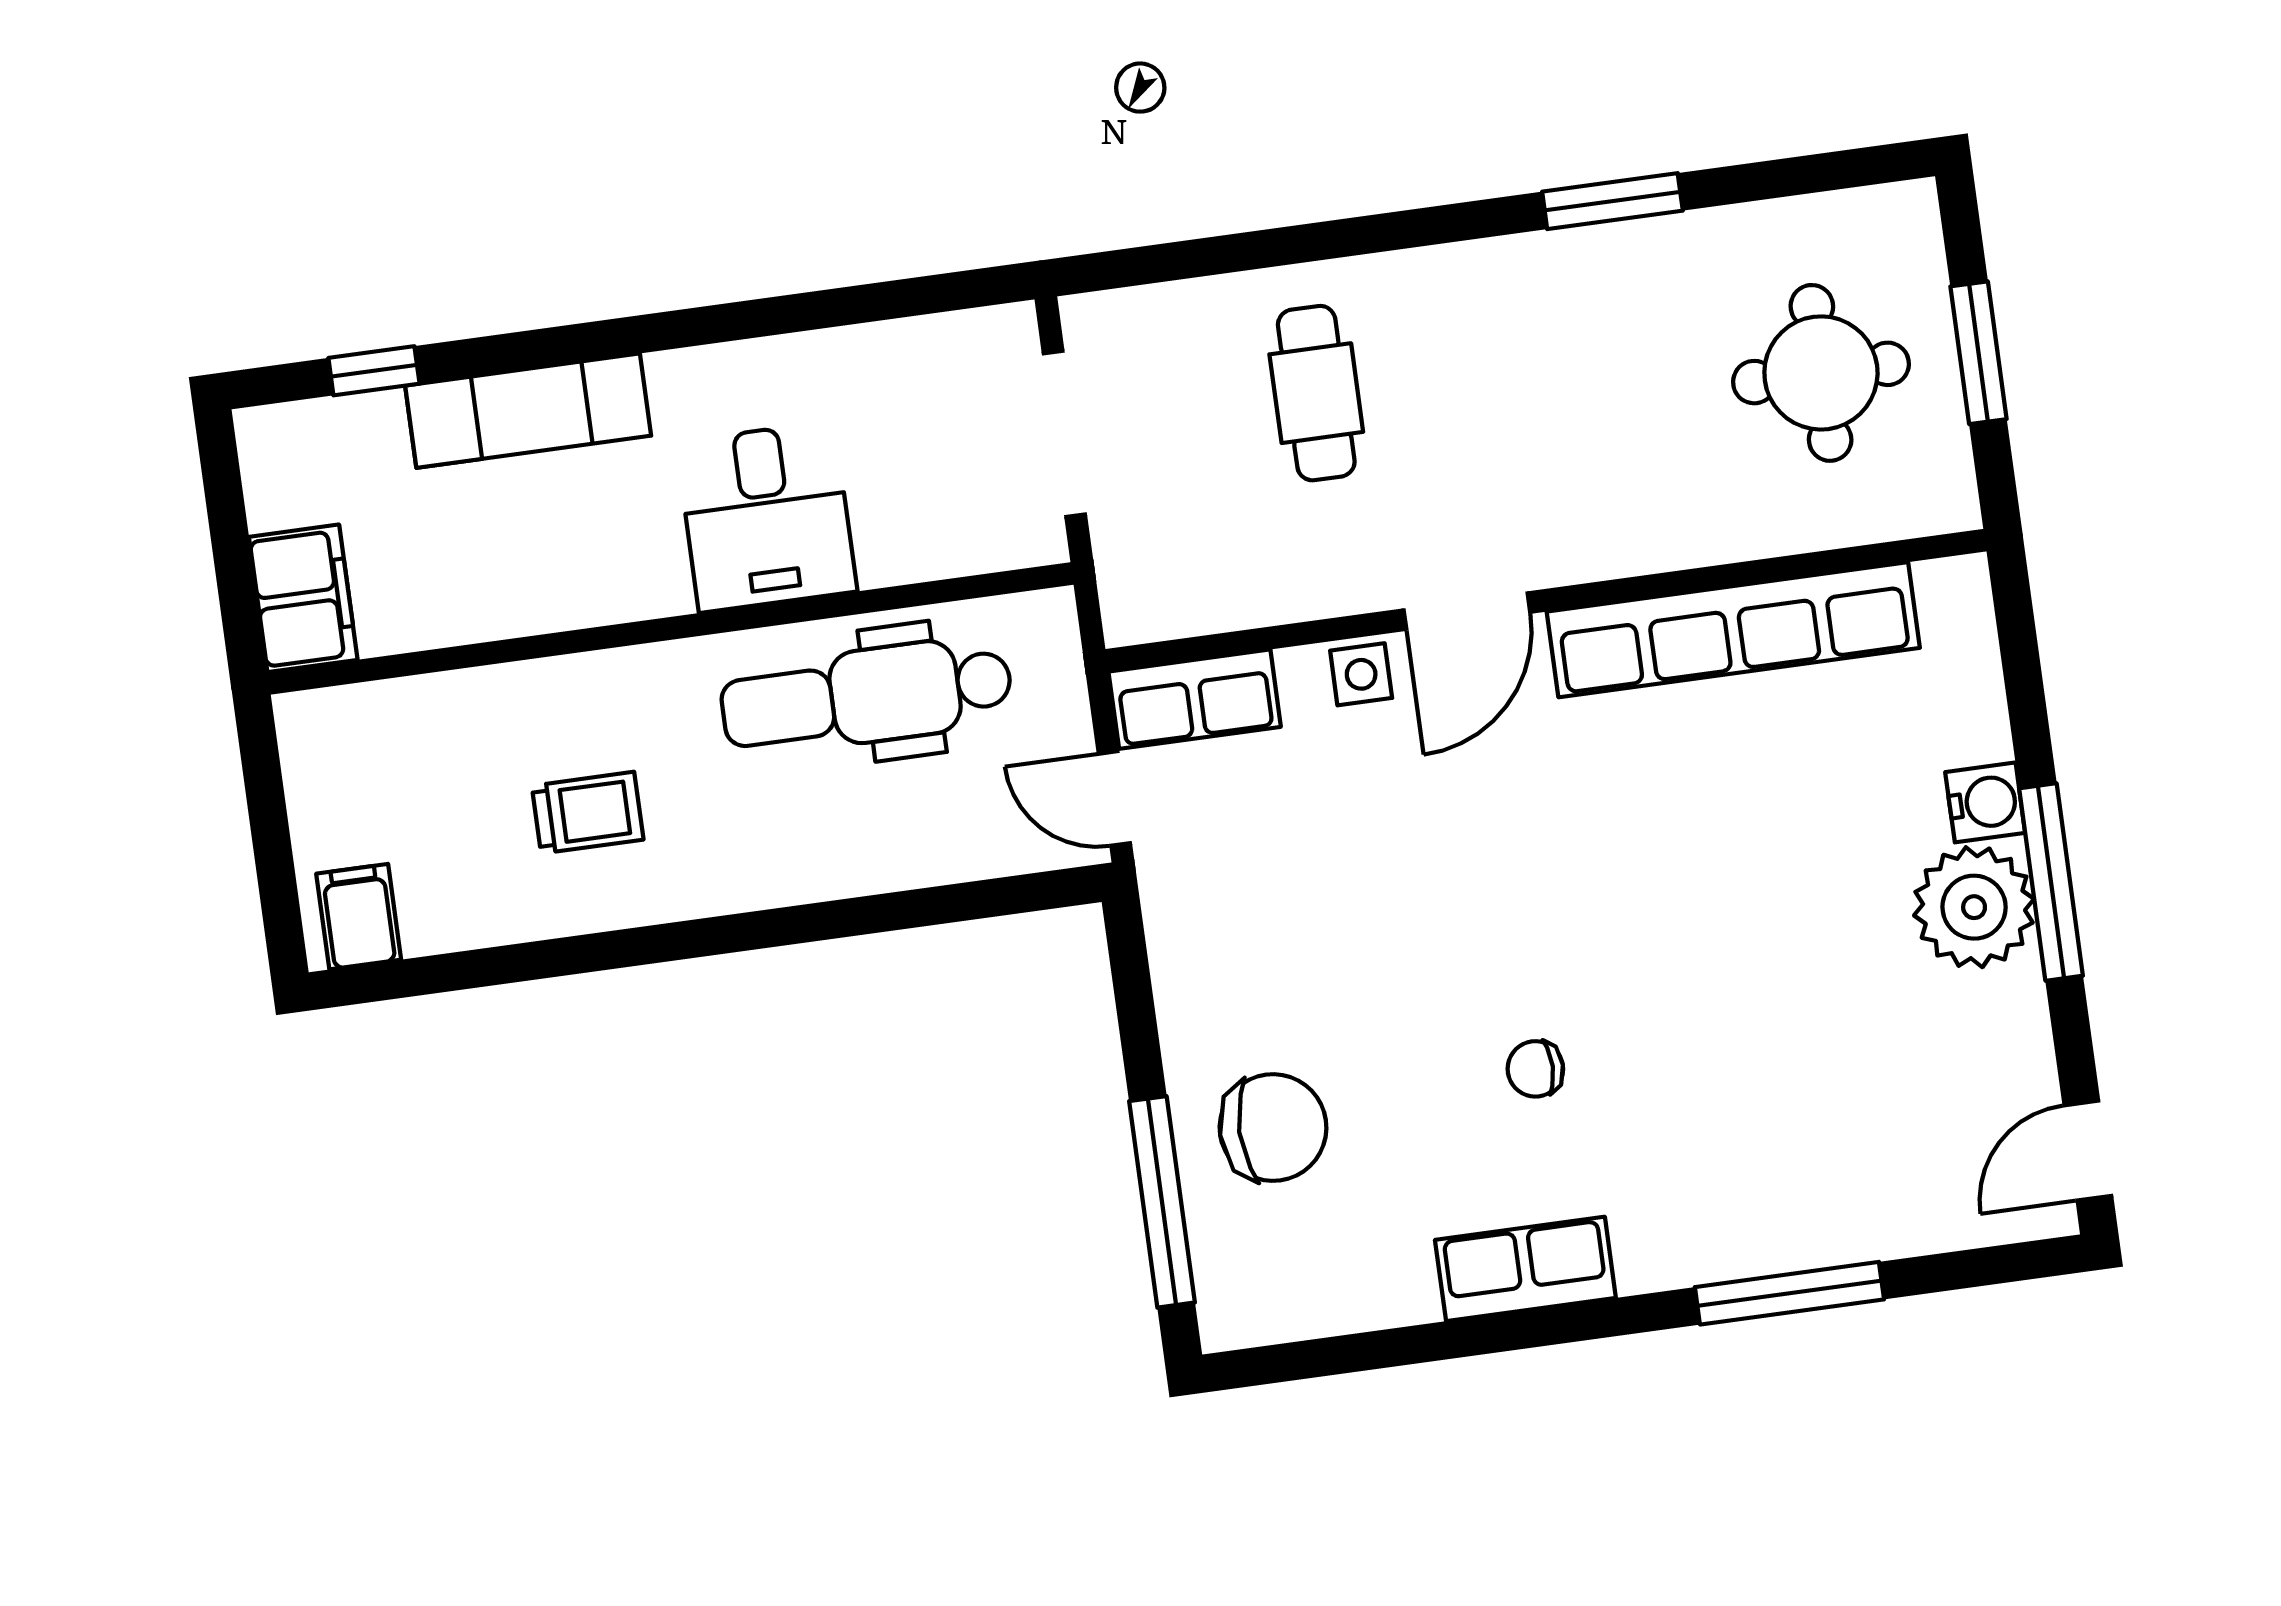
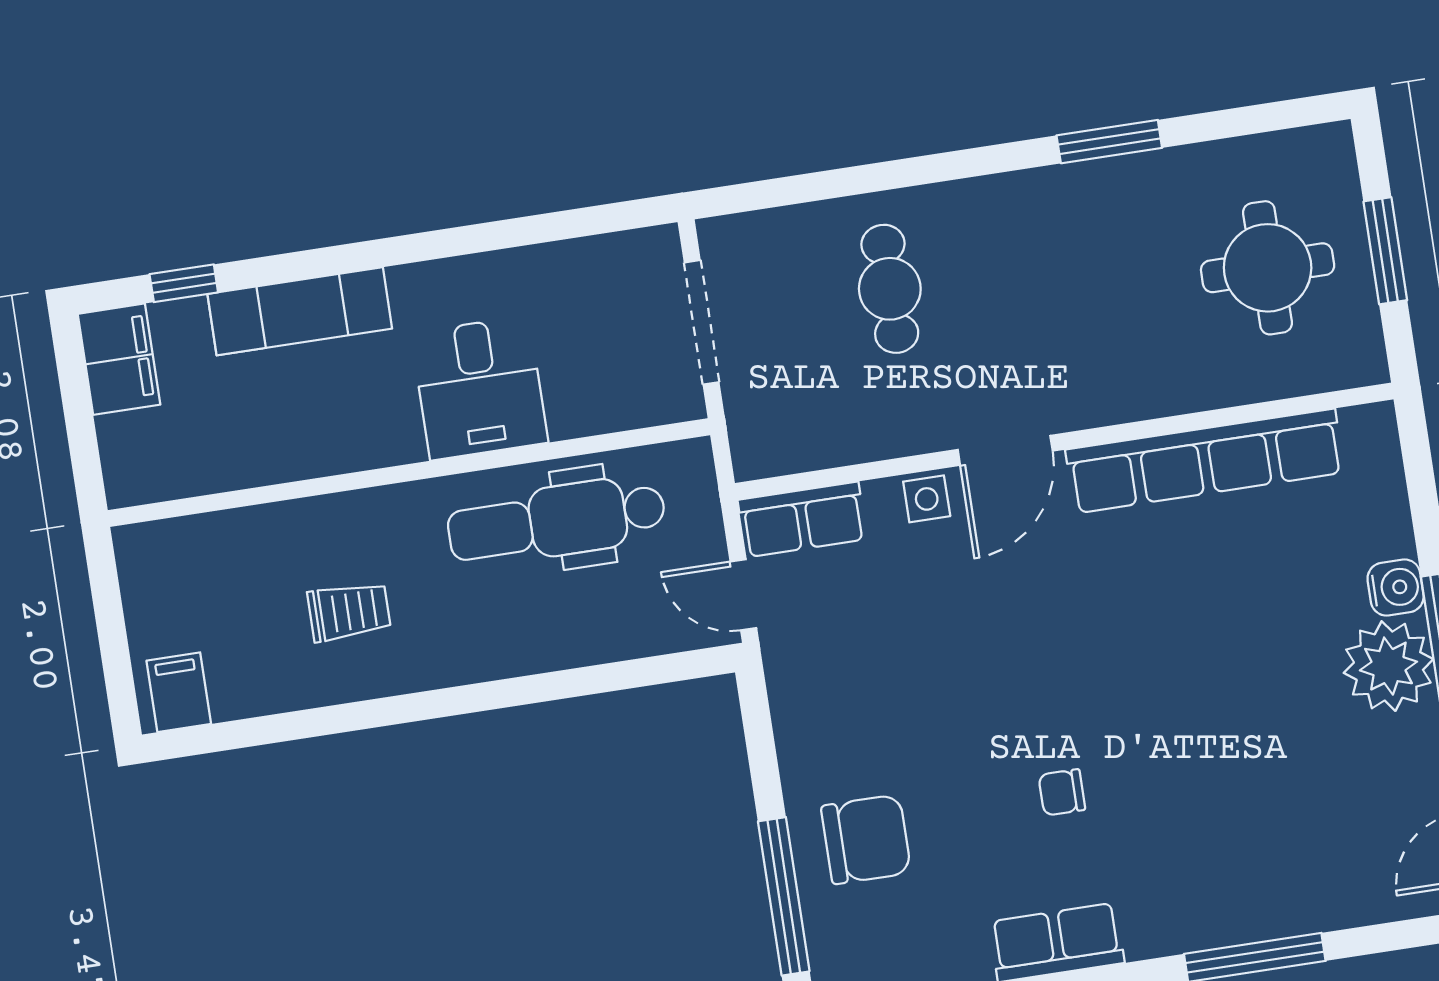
filing cabinet: (303, 598) -> (119, 359), moved

